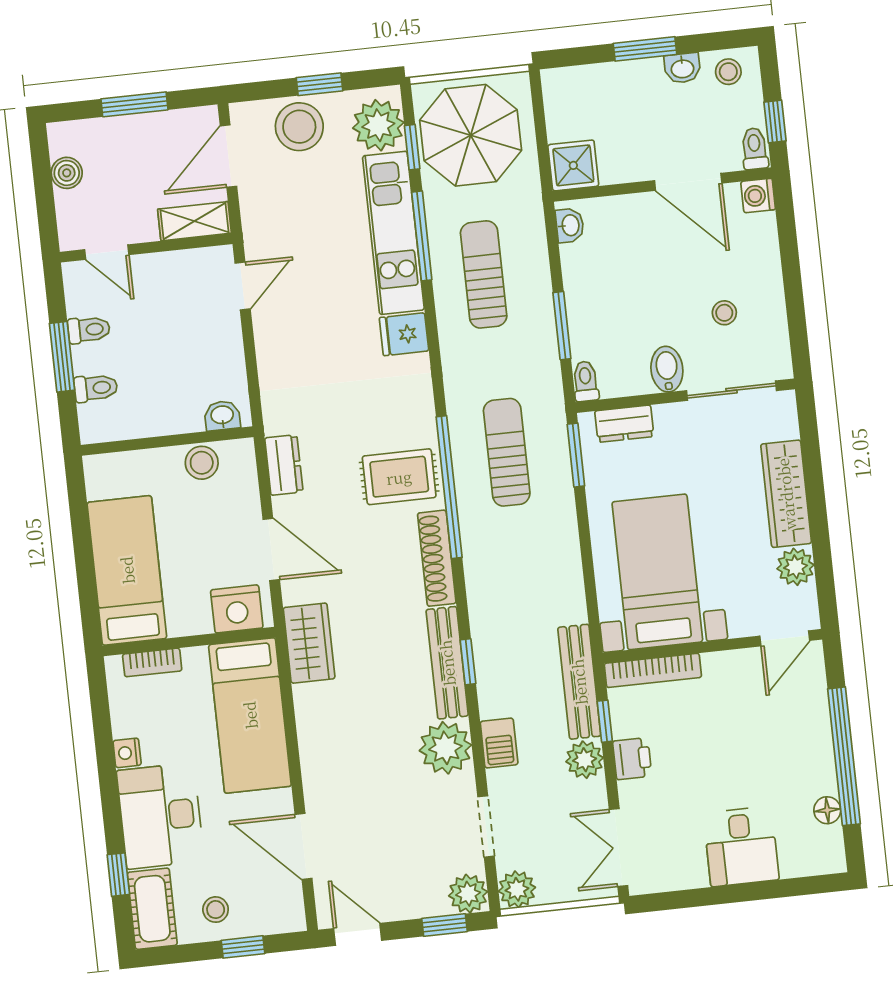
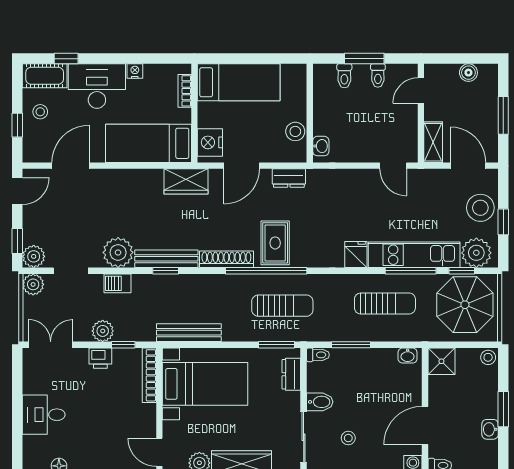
stool: (728, 72) -> (488, 357), moved
bench: (579, 682) -> (189, 333), moved

